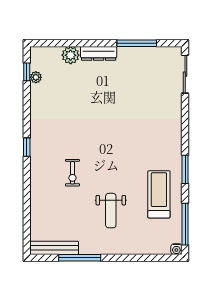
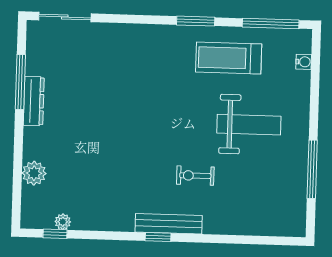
dresser: (99, 53) -> (34, 101), moved
exercise bike: (72, 173) -> (195, 176), turned 180
weight bench: (111, 211) -> (249, 125), width x1.36, depth x1.33
bench: (54, 248) -> (169, 224), moved, turned 90
water cooler: (176, 249) -> (304, 62), moved

